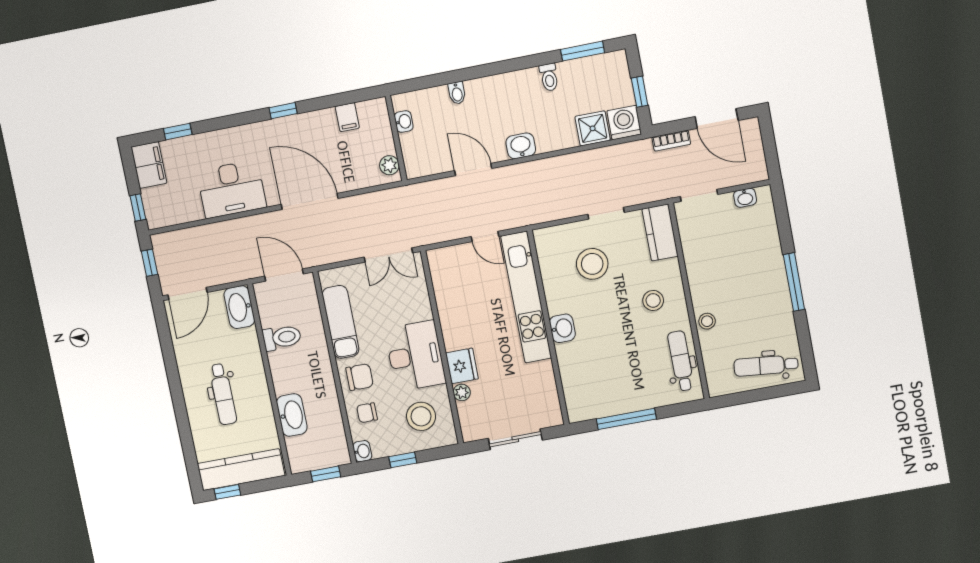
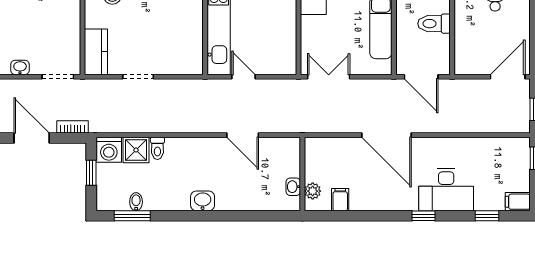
toilet: (549, 77) -> (157, 148), moved, turned 180
bidet: (457, 93) -> (136, 202), moved
window: (283, 111) -> (423, 216), moved
washbasin: (521, 146) -> (203, 201), moved, turned 180
filing cabinet: (149, 165) -> (518, 202), width x0.50
plant: (389, 165) -> (313, 191), moved
desk: (231, 189) -> (446, 190), moved, turned 180
stool: (592, 264) -> (158, 36), removed
washbasin: (239, 307) -> (465, 57), removed

